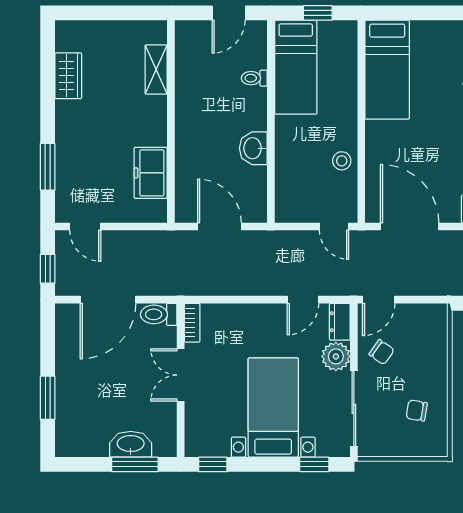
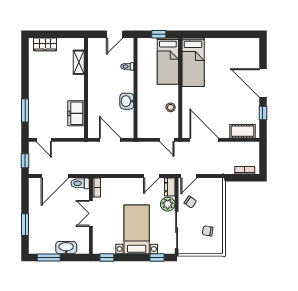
bed: (296, 67) -> (168, 61), moved
wardrobe: (68, 76) -> (45, 44), moved, turned 90
window: (135, 464) -> (49, 258), moved

